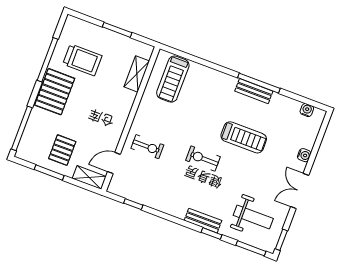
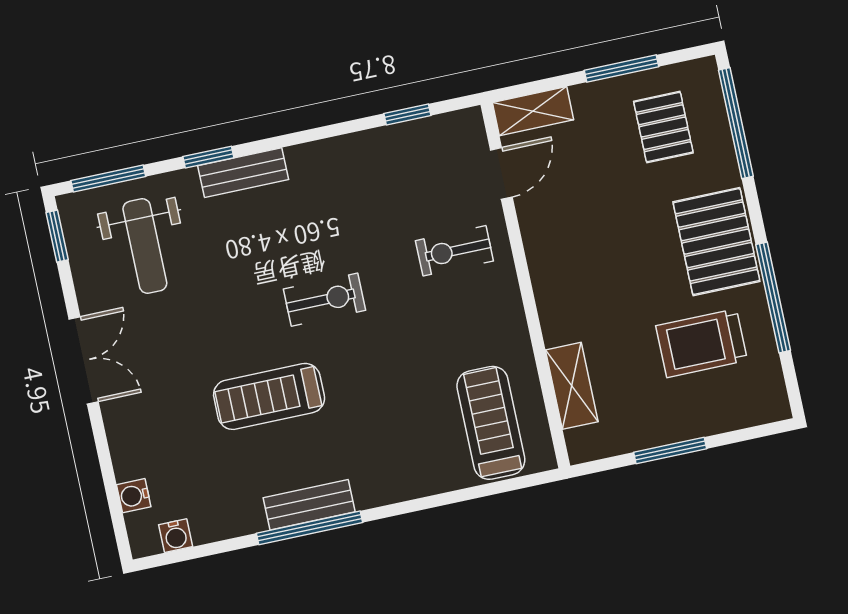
pallet: (62, 150) -> (663, 127), moved
water cooler: (304, 155) -> (134, 496), moved
weight bench: (253, 217) -> (145, 246), turned -90

